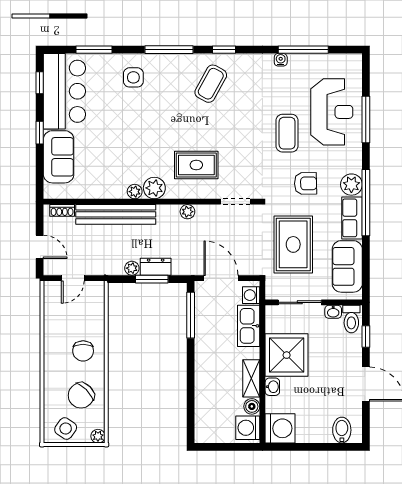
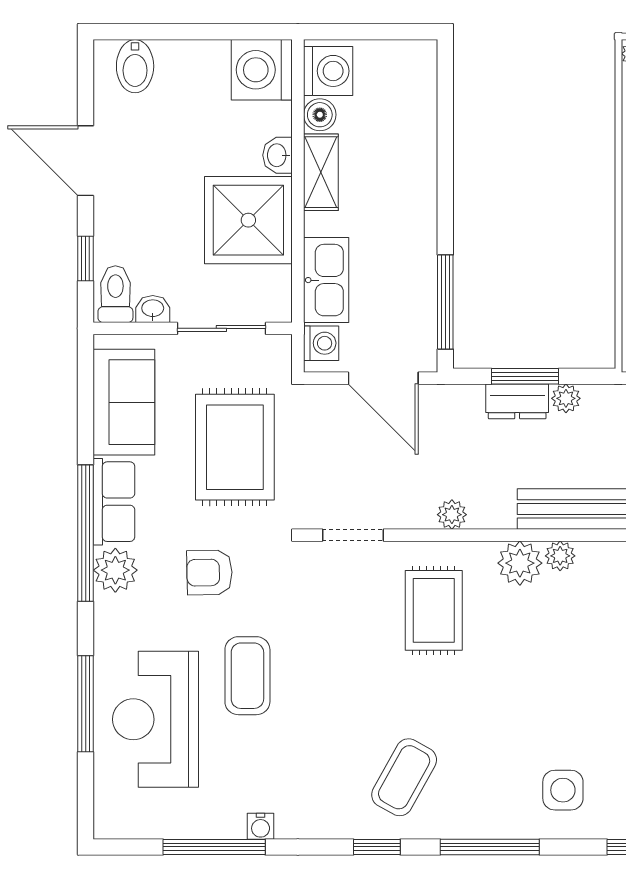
rug: (196, 165) -> (434, 610), turned 90

